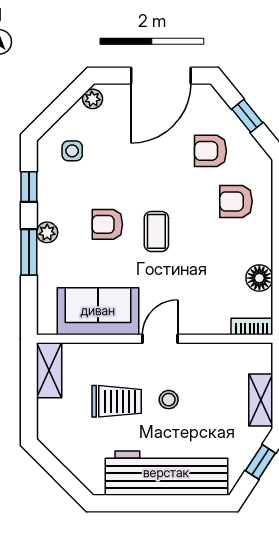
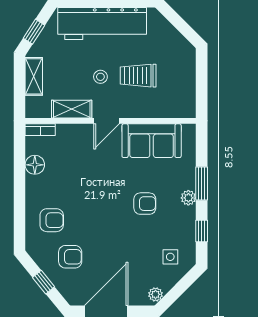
coffee table: (156, 231) -> (109, 198), removed
shelving: (49, 370) -> (72, 109), moved, turned 90

